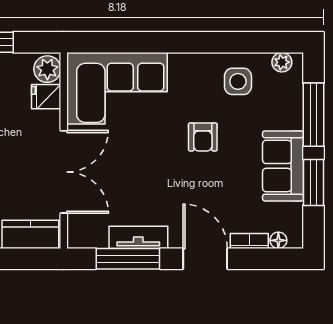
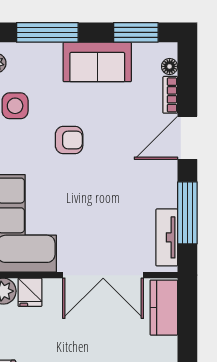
double door: (64, 172) -> (103, 275), swing flipped
window: (313, 182) -> (136, 32), moved
tv unit: (138, 237) -> (167, 237), moved

